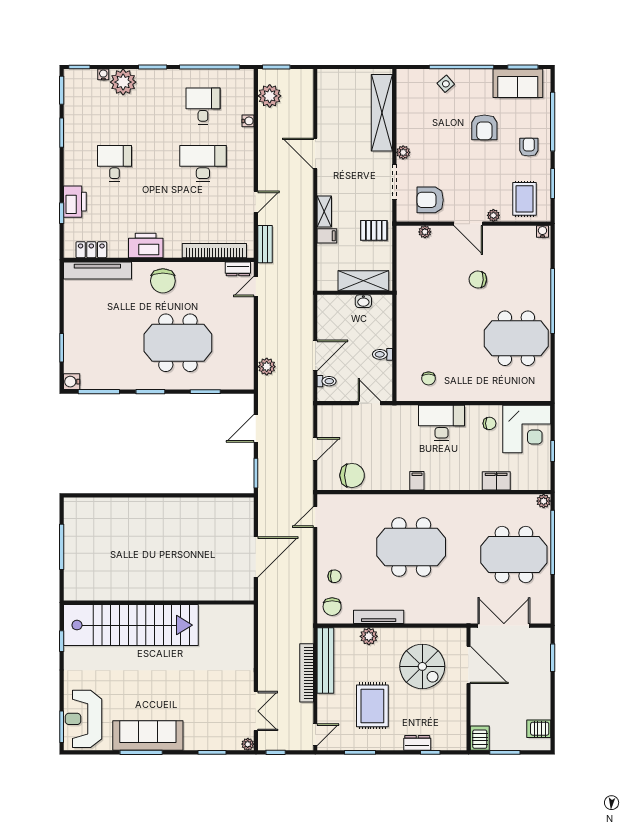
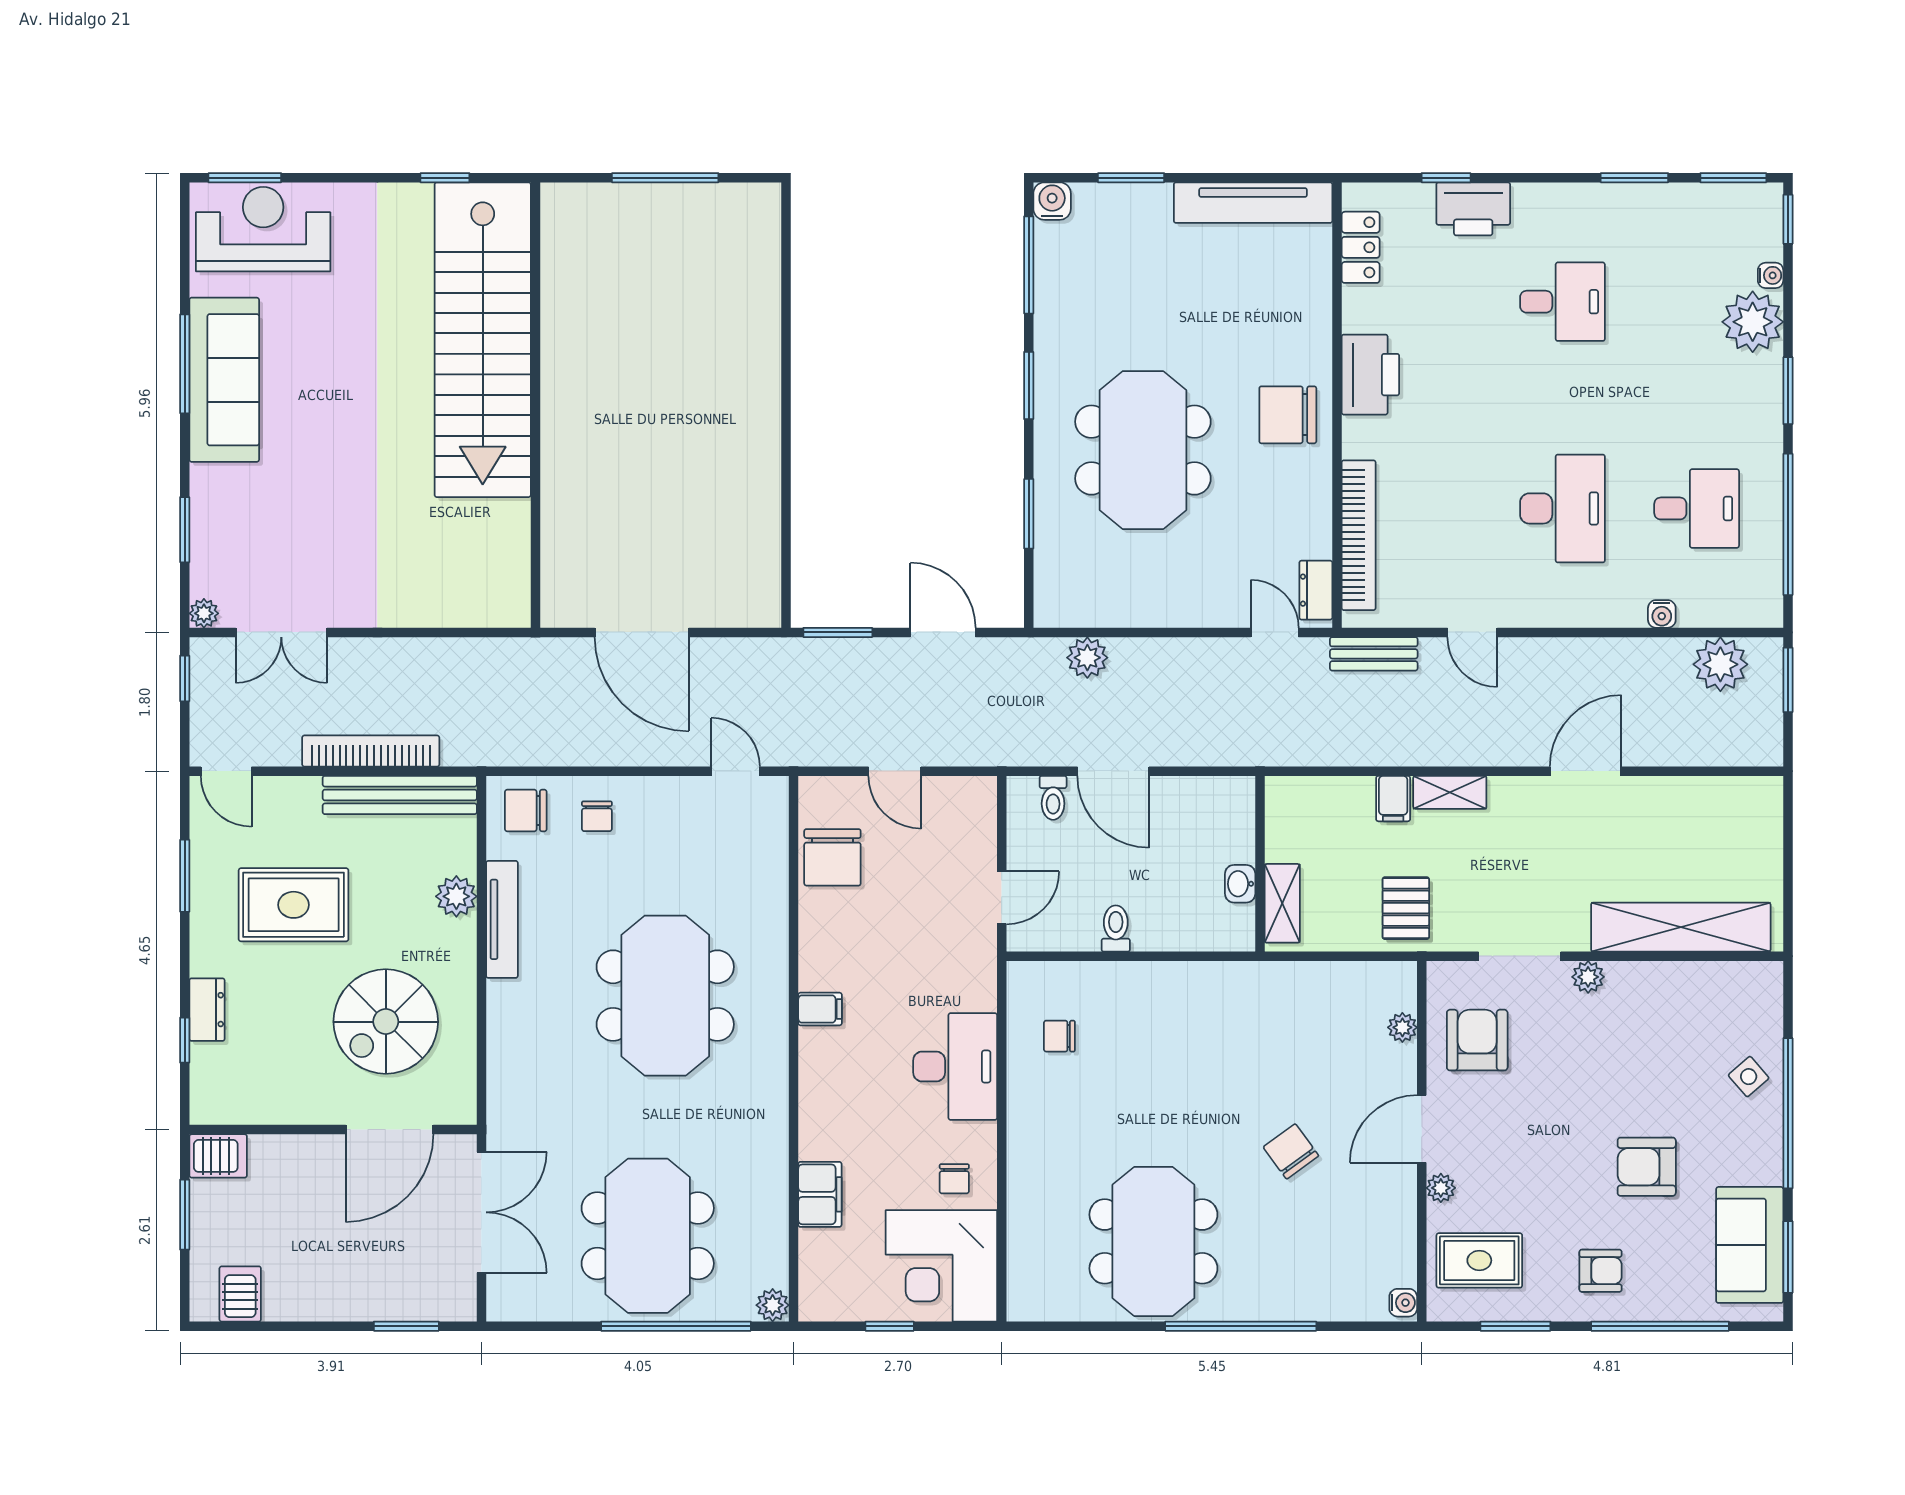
tv unit: (97, 270) -> (1253, 203), moved, turned -90
chair: (478, 279) -> (1291, 1151), turned -39
shelving: (363, 281) -> (1282, 903), width x0.67, depth x0.75

